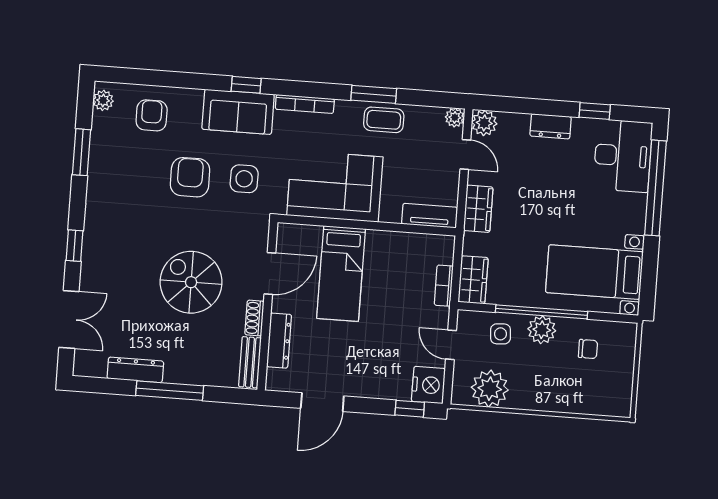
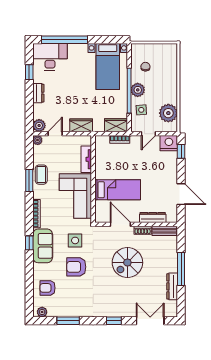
tv unit: (430, 216) -> (86, 159), moved

